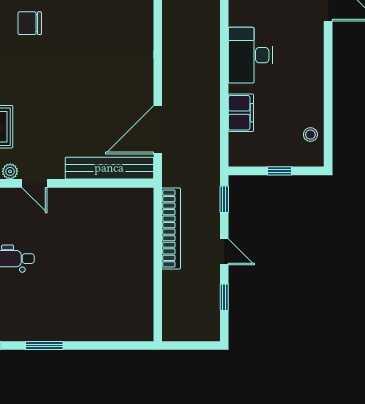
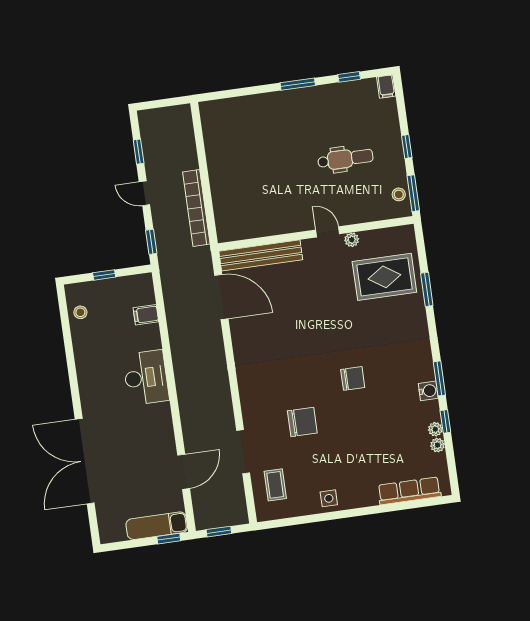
filing cabinet: (241, 113) -> (146, 315), width x0.50
door: (158, 130) -> (221, 297), hinge flipped

